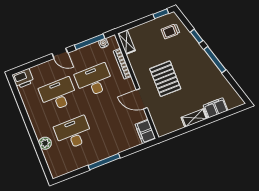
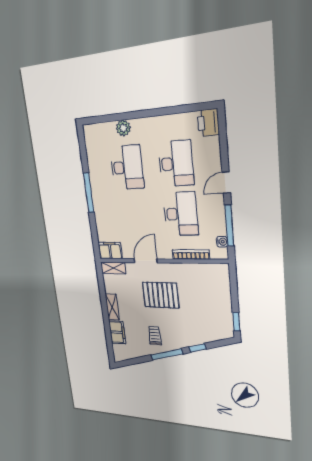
trolley: (170, 31) -> (155, 336), moved
shelving: (127, 42) -> (113, 268), moved

